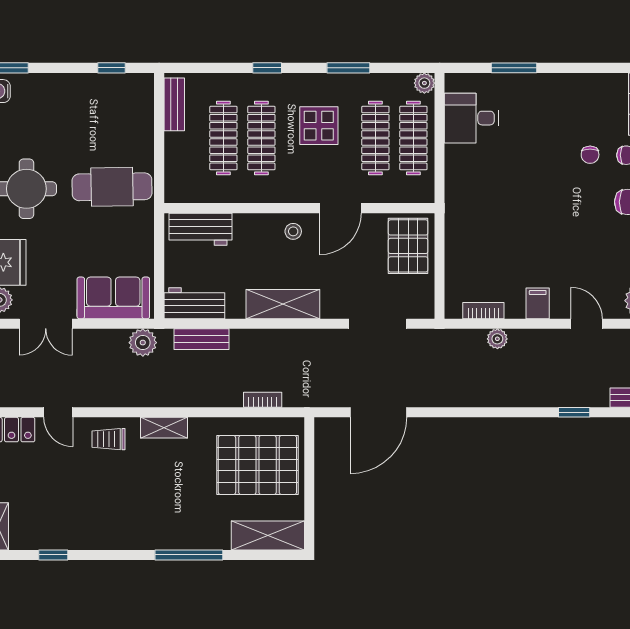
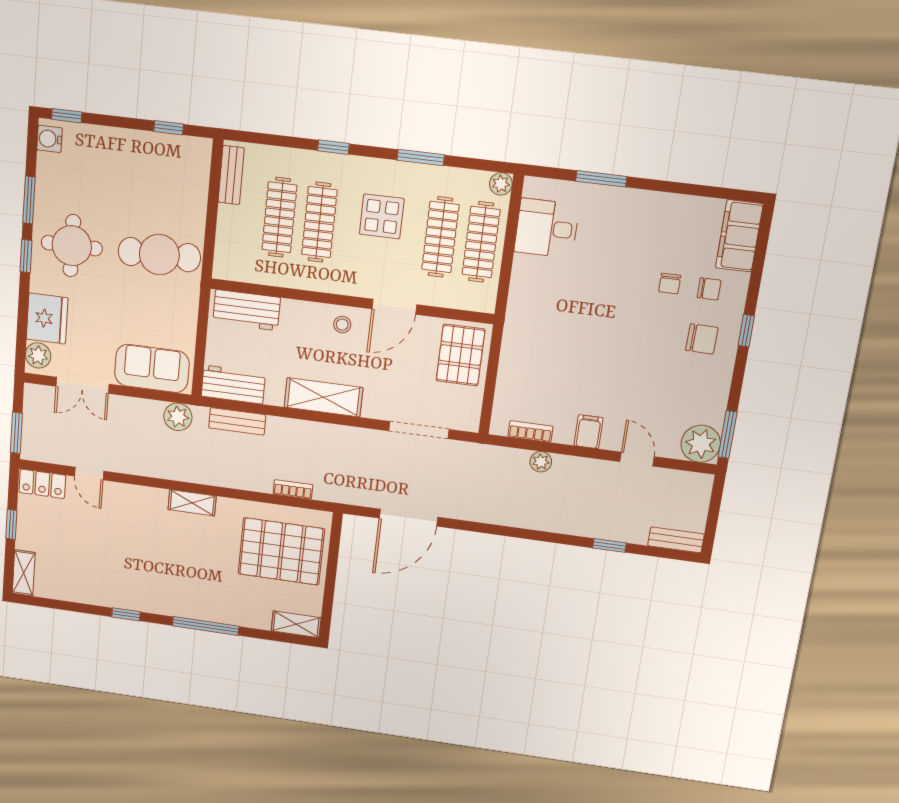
trolley: (108, 439) -> (136, 506), removed
shelving: (268, 535) -> (296, 624), width x0.67, depth x0.75
window: (53, 555) -> (126, 614), moved

